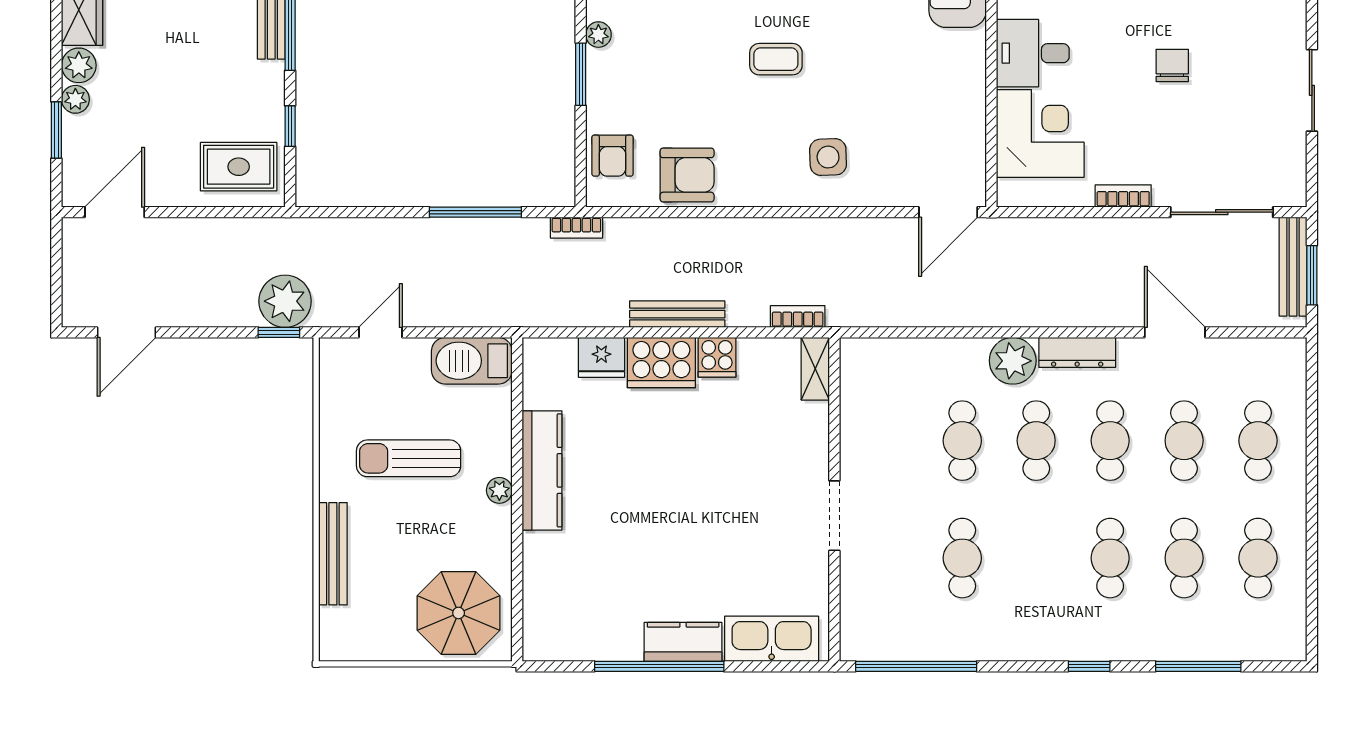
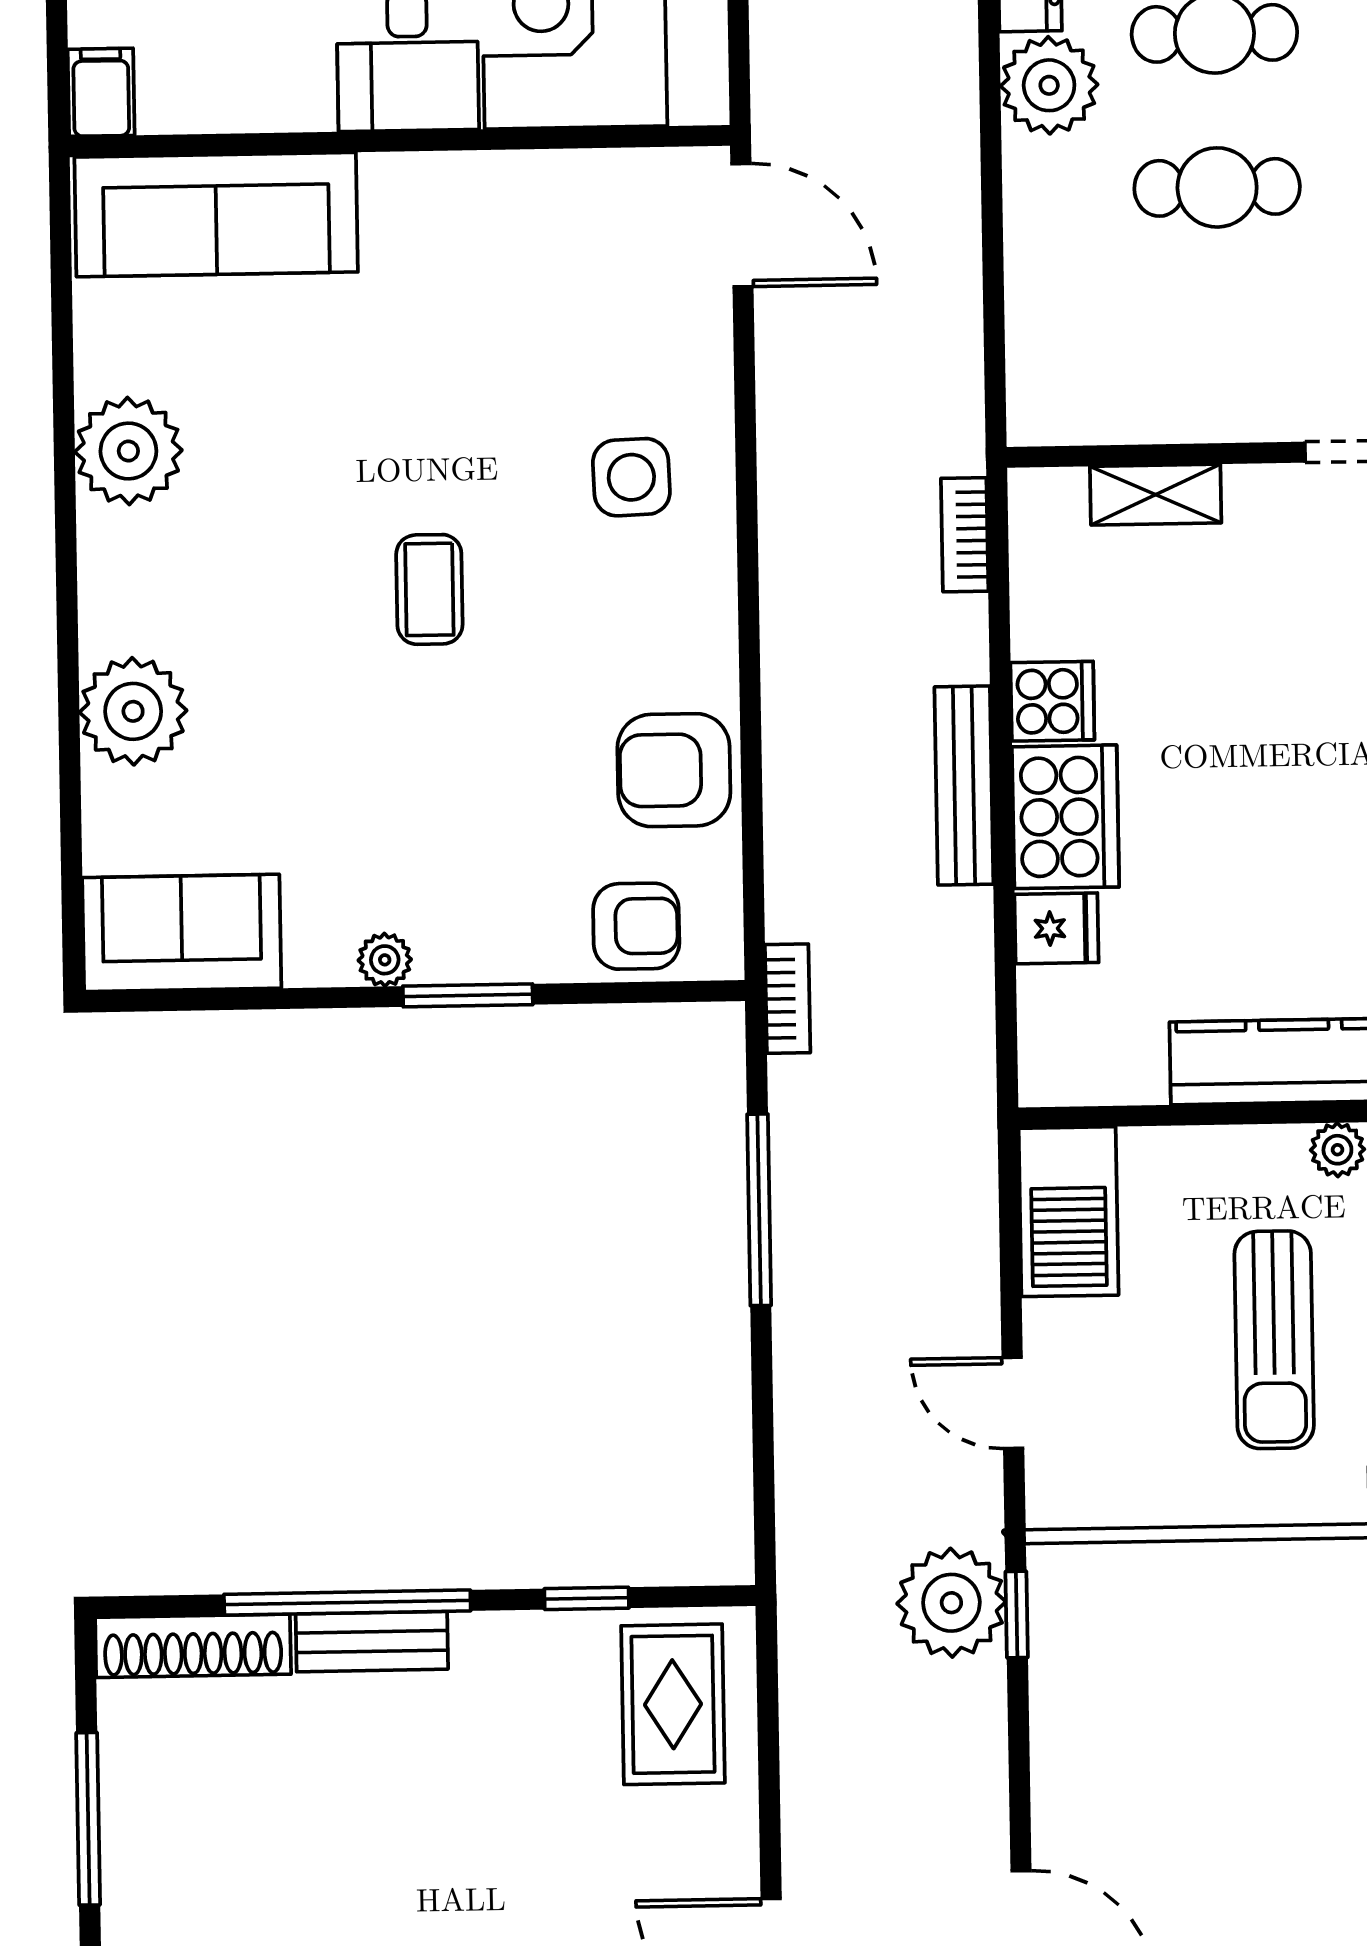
armchair: (687, 175) -> (674, 770), turned -90
fridge: (601, 357) -> (1057, 928), width x0.72
shelving: (815, 369) -> (1156, 495), moved

